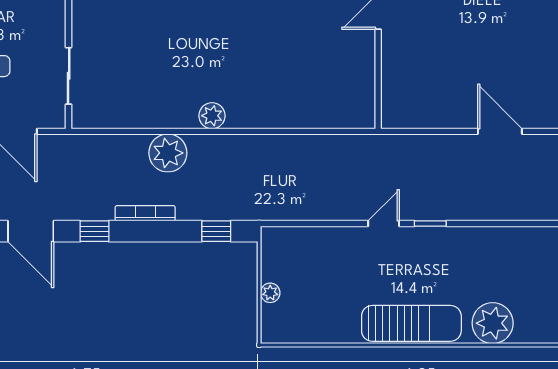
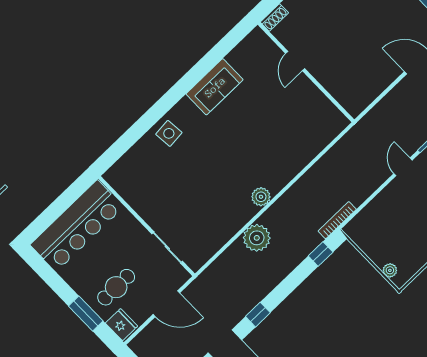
bookcase: (145, 213) -> (337, 220), moved
plant: (270, 293) -> (390, 270), moved

